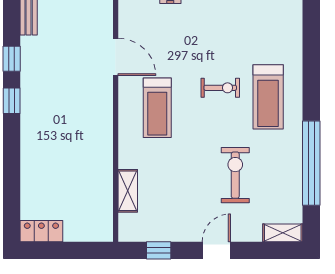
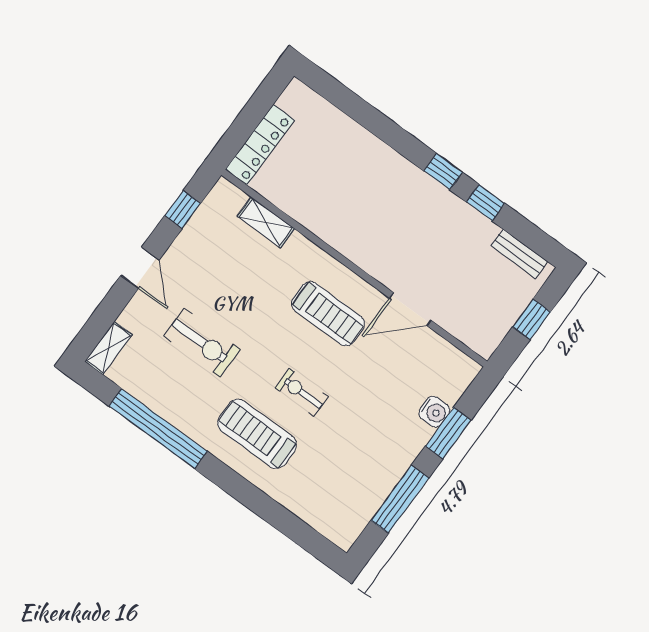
exercise bike: (220, 88) -> (302, 392), turned 90
treadmill: (157, 108) -> (328, 314), turned 180
locker: (41, 231) -> (260, 145), moved, width x1.53

